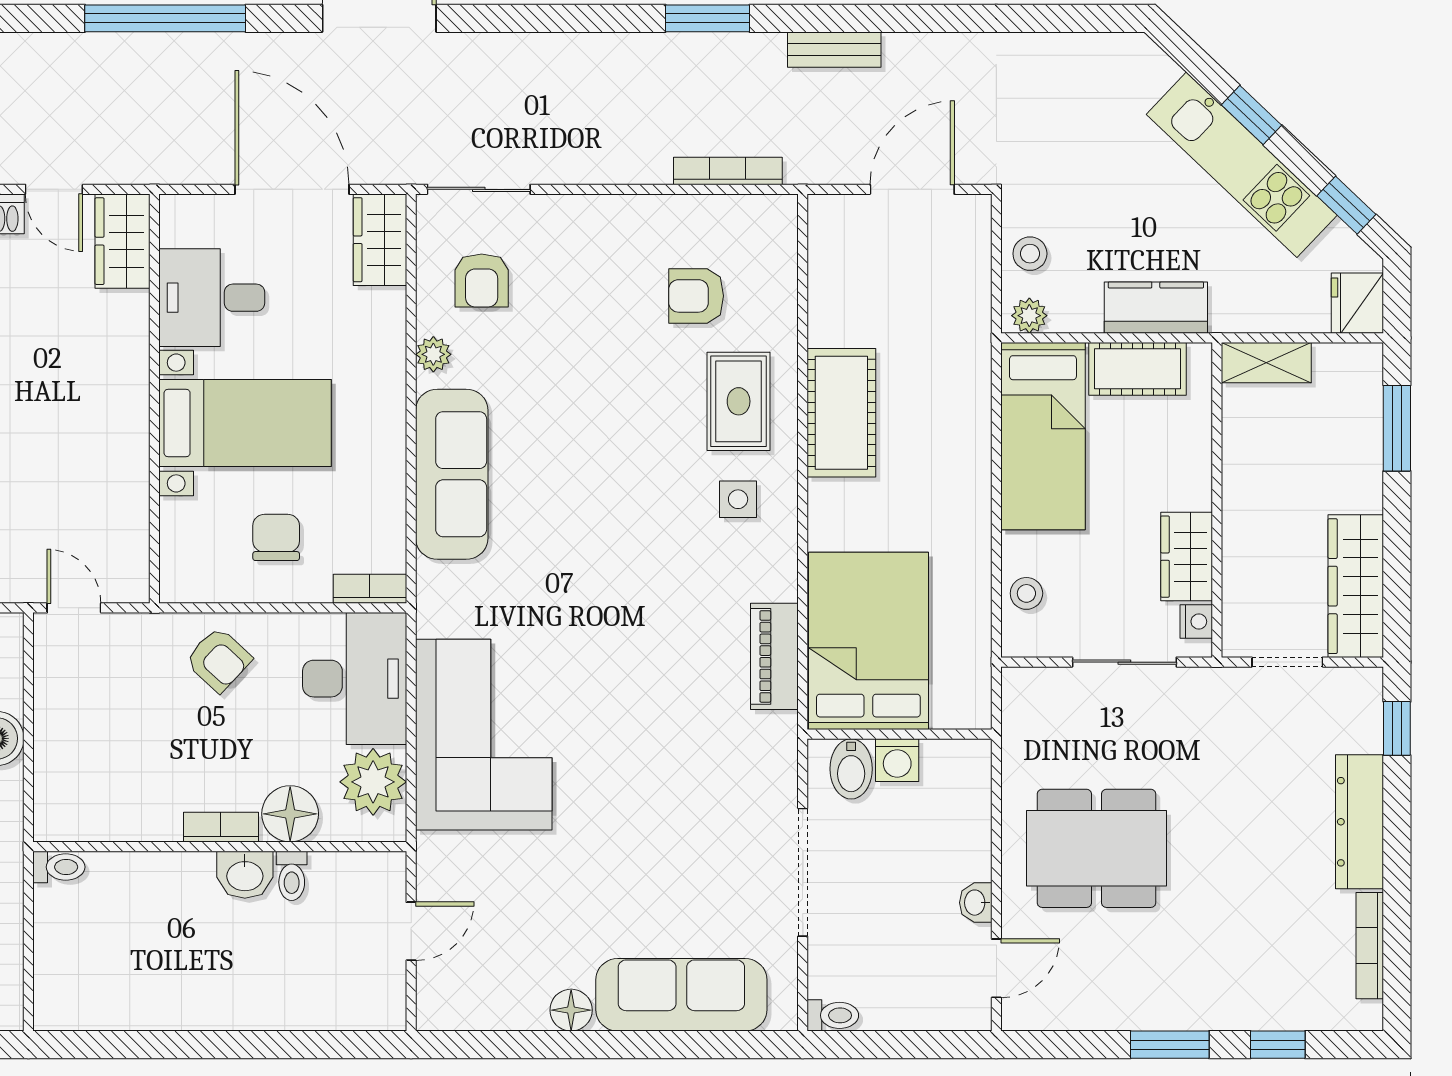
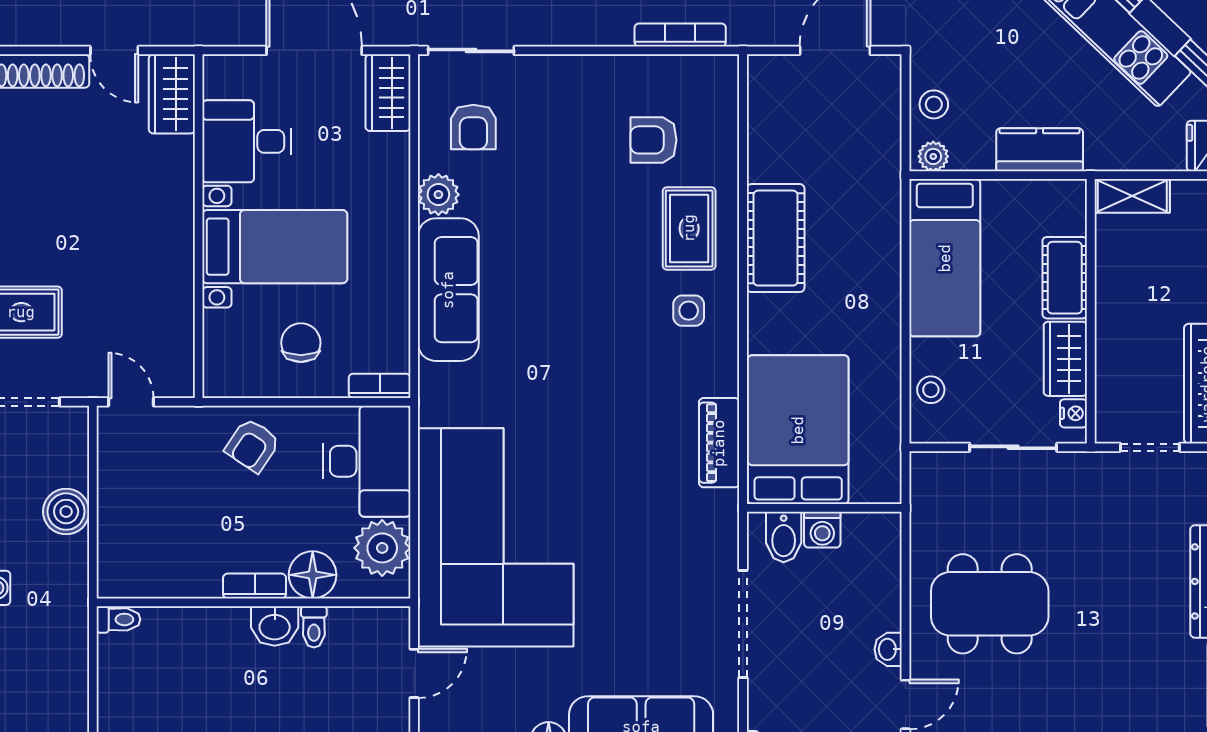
plant: (433, 354) -> (438, 195), width x1.38, depth x1.38
cot: (1137, 369) -> (1065, 278), moved, turned 90
armchair: (219, 660) -> (252, 445), turned 81
corner sofa: (484, 735) -> (496, 537), width x1.36, depth x1.36

